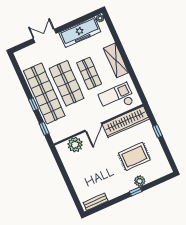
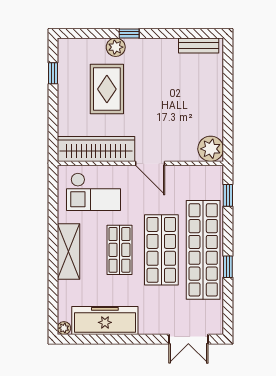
double door: (45, 36) -> (188, 339), moved
window: (33, 104) -> (228, 267), moved
door: (93, 127) -> (150, 163), swing flipped
window: (158, 131) -> (53, 73), moved
plant: (75, 145) -> (211, 149), moved
rug: (134, 156) -> (107, 89), turned 90

